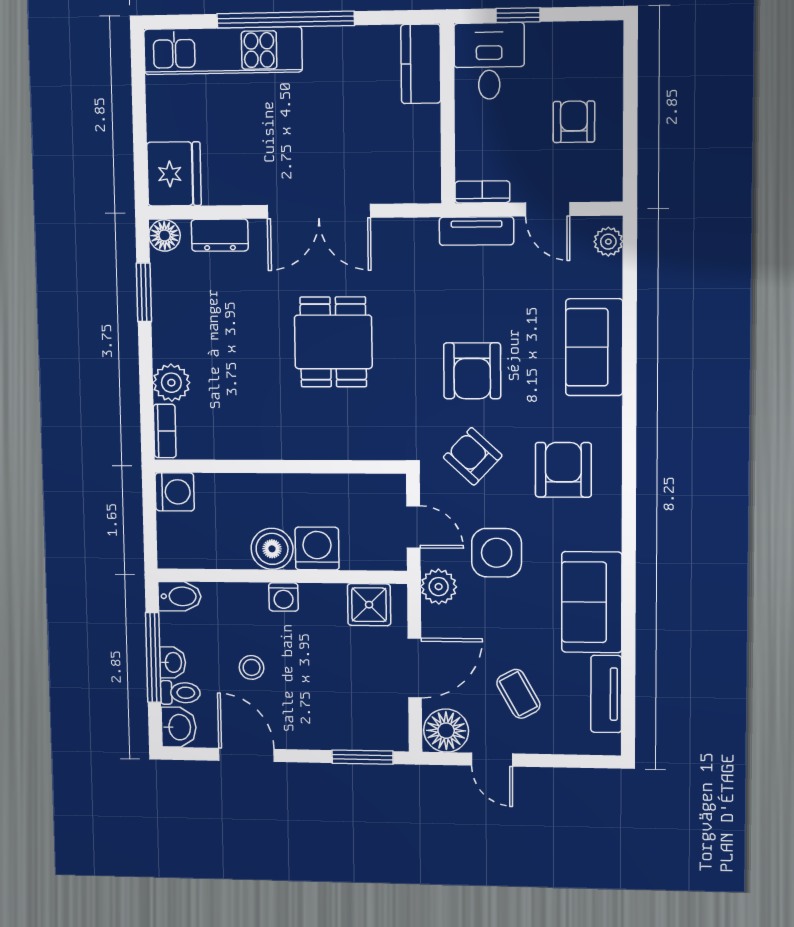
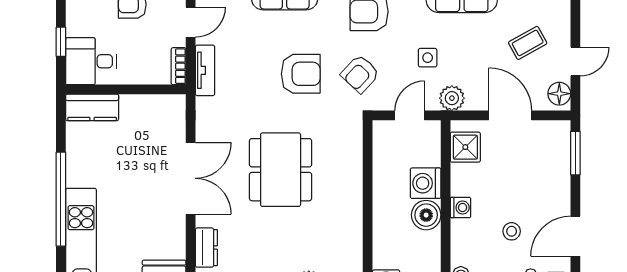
dining table: (333, 342) -> (281, 170), width x1.38
side table: (497, 553) -> (428, 58), width x0.54, depth x0.54
floor lamp: (446, 731) -> (559, 94), width x0.73, depth x0.73

